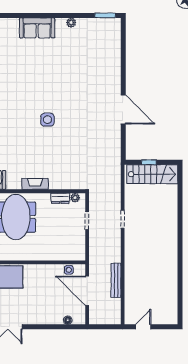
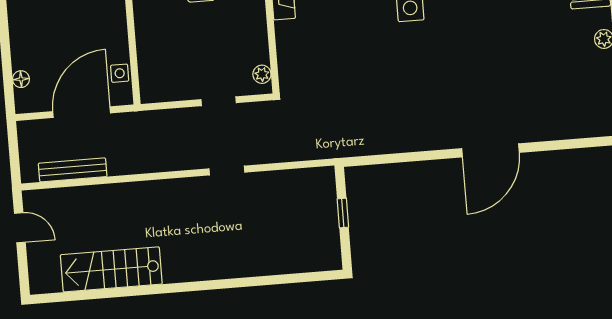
door: (123, 109) -> (491, 150), moved
stairs: (152, 174) -> (111, 269), moved, turned 90
dresser: (60, 198) -> (258, 45), removed
bench: (116, 280) -> (73, 170), moved

